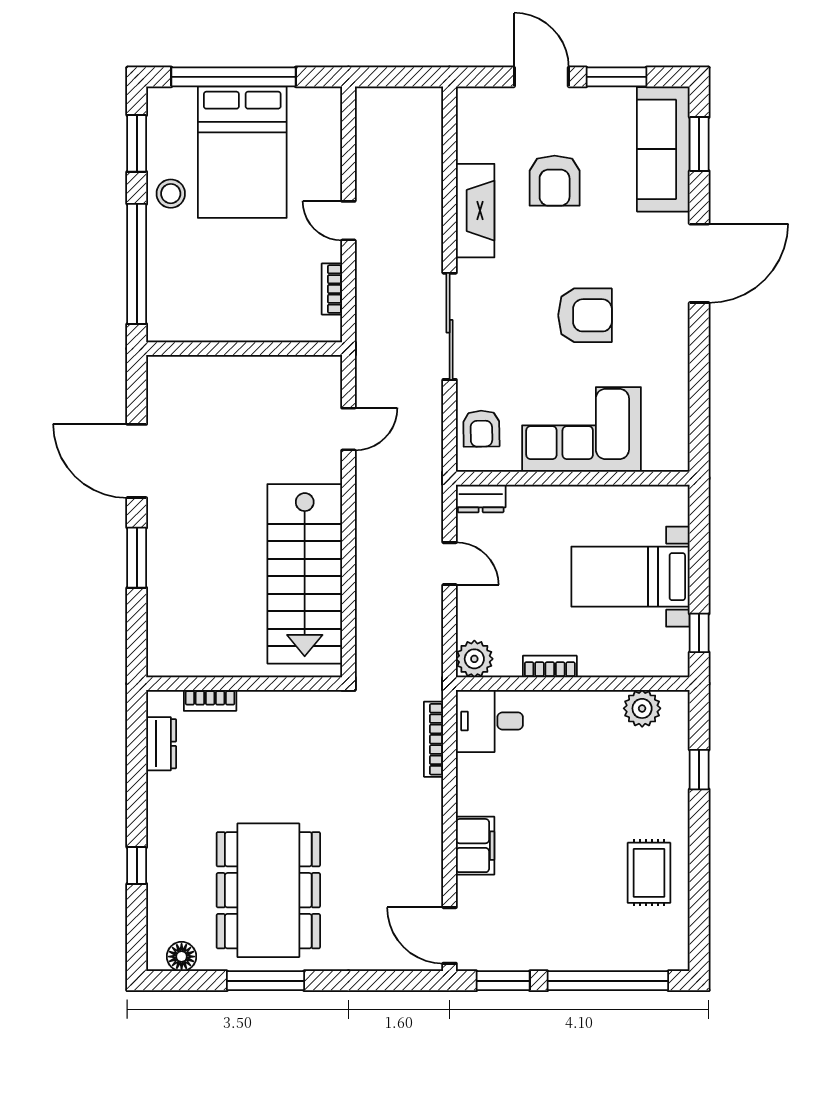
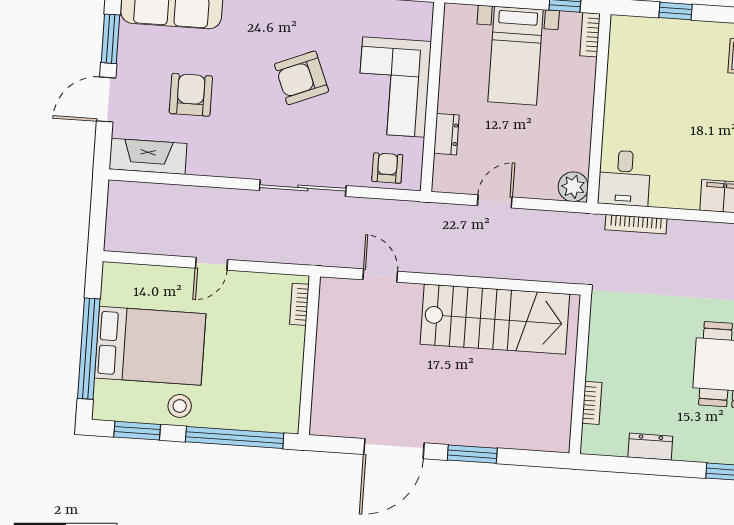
armchair: (555, 181) -> (191, 95), turned -90
fireplace: (475, 211) -> (148, 156), moved
bookcase: (332, 289) -> (299, 304), moved, turned 90
armchair: (585, 315) -> (302, 78), turned -112
armchair: (481, 429) -> (387, 168), turned -89
dresser: (481, 499) -> (446, 134), moved
bookcase: (550, 667) -> (590, 35), moved
plant: (642, 708) -> (623, 54), removed
dresser: (161, 744) -> (650, 447), moved

